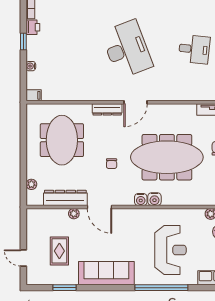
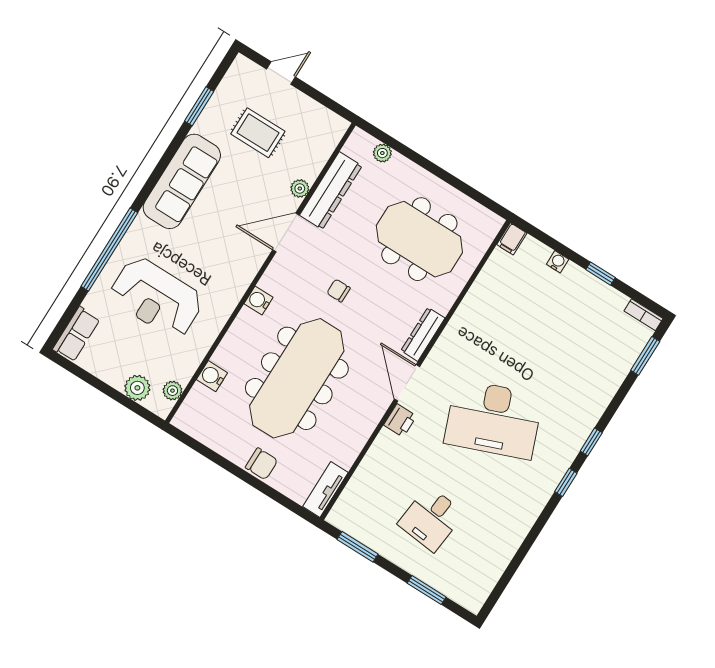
printer: (33, 27) -> (400, 420), moved, turned -90
water cooler: (154, 199) -> (212, 376), moved

